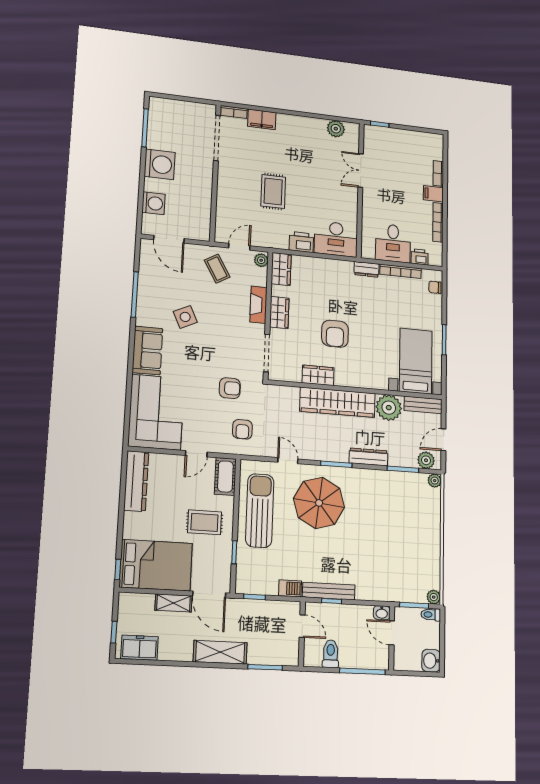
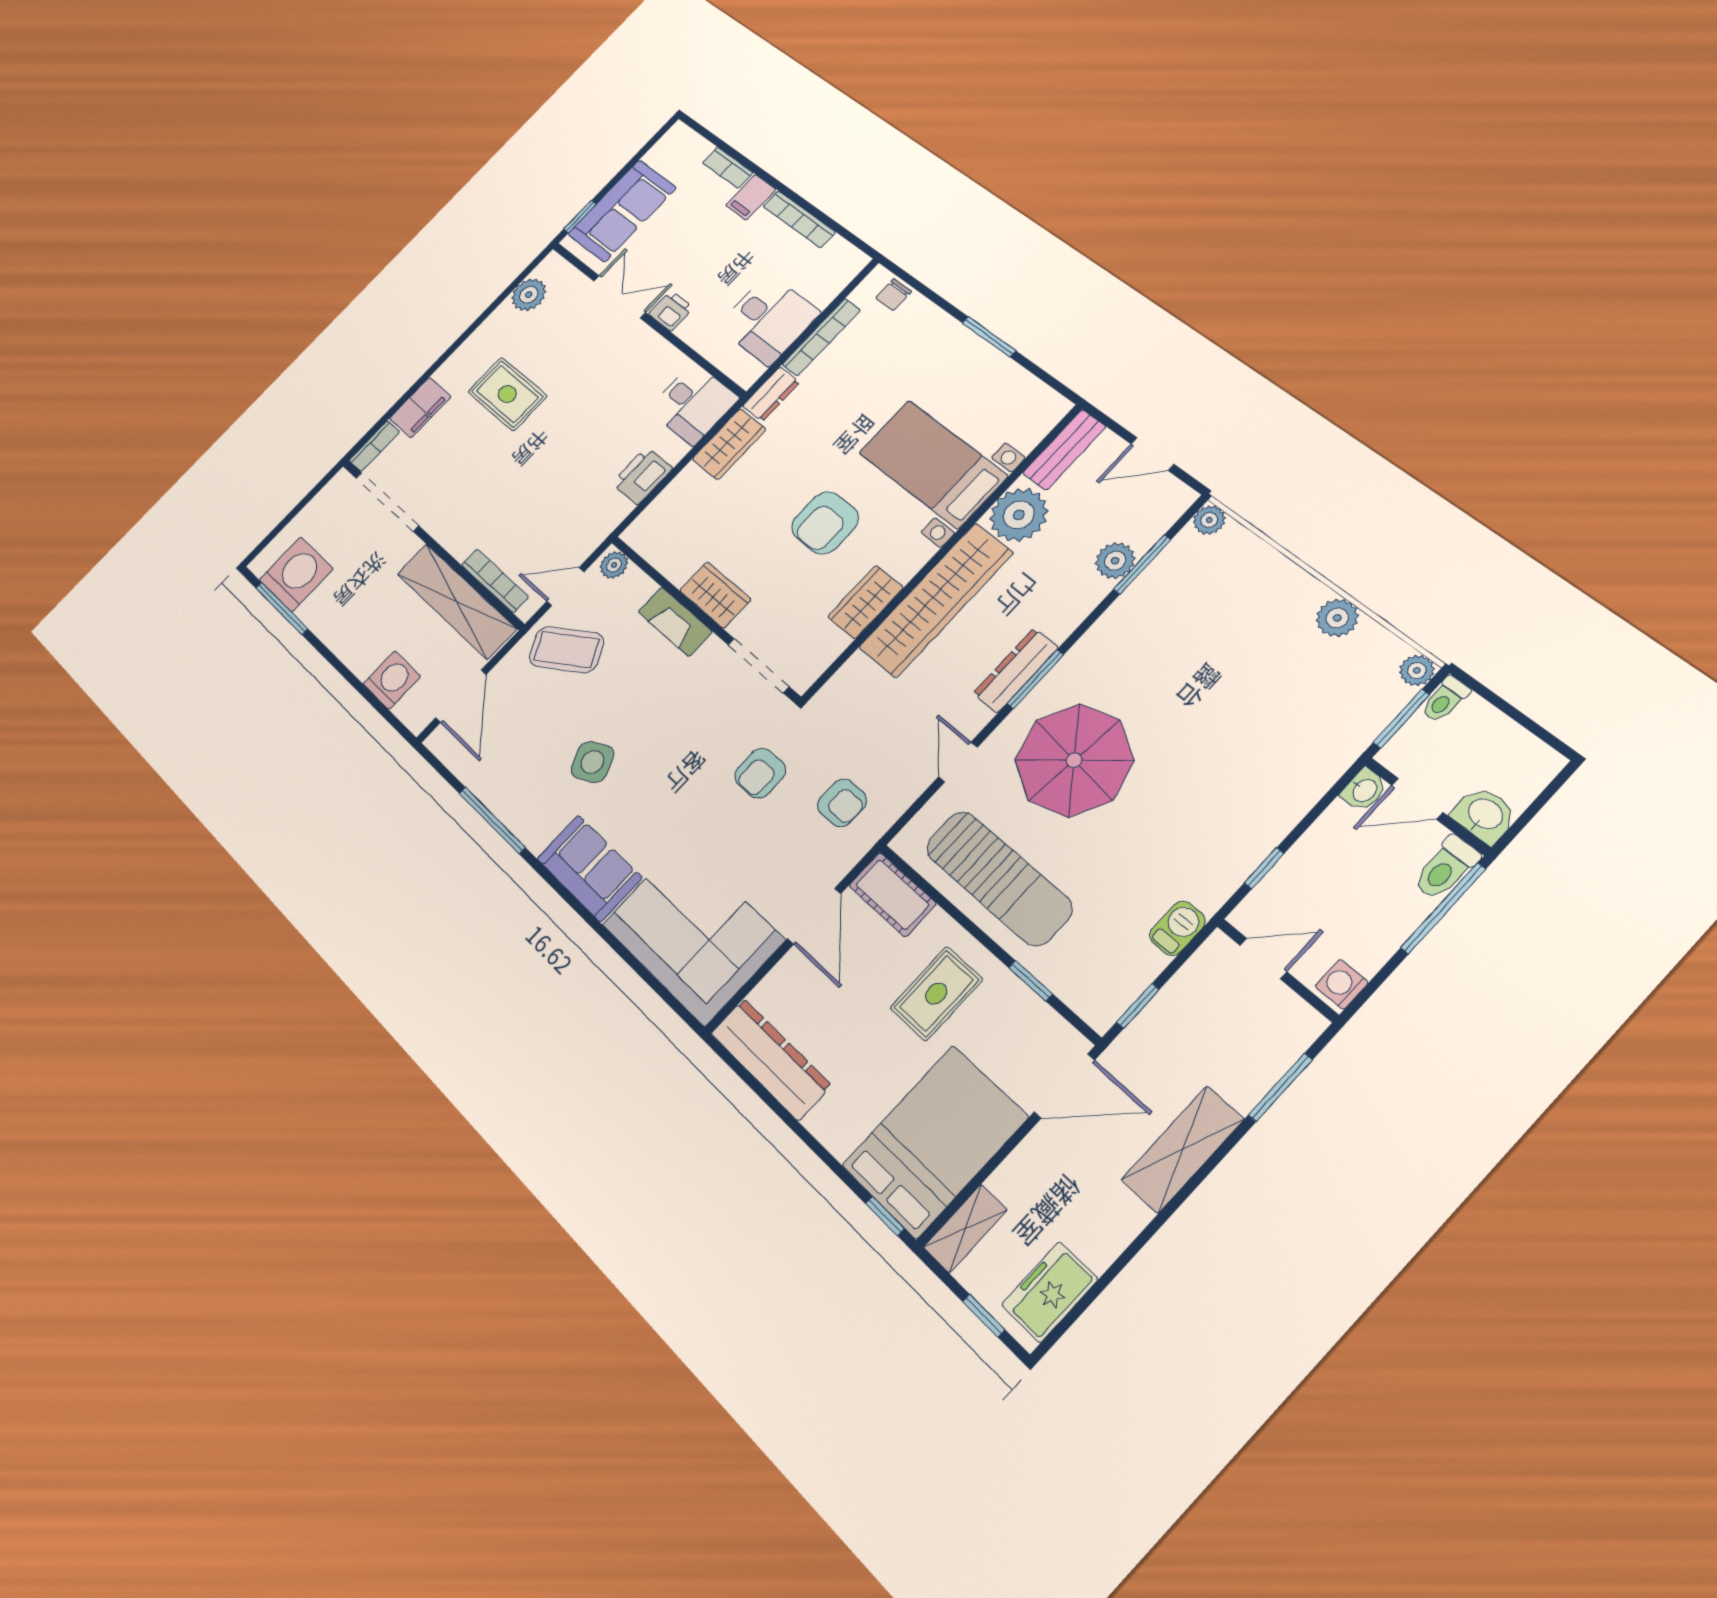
sofa: (393, 141) -> (622, 211), added
washing machine: (160, 164) -> (296, 574), moved
double door: (361, 170) -> (620, 297), swing flipped
rug: (273, 191) -> (507, 394), moved
shelving: (202, 204) -> (456, 601), added
bookcase: (221, 214) -> (495, 581), added
door: (169, 239) -> (461, 696), hinge flipped
desk: (336, 239) -> (693, 404), width x0.73
door: (239, 247) -> (565, 587), hinge flipped
printer: (420, 257) -> (671, 311), moved, turned 90
coffee table: (217, 269) -> (566, 650), width x1.36, depth x1.30
wardrobe: (281, 269) -> (729, 444), moved, turned 90
armchair: (335, 334) -> (825, 523), turned 90
bed with nightstands: (416, 361) -> (933, 464), moved
armchair: (230, 388) -> (760, 773), turned 180
door: (443, 440) -> (1152, 454), hinge flipped
door: (196, 454) -> (814, 916), width x1.37
dresser: (368, 457) -> (1016, 670), moved
plant: (426, 460) -> (1115, 561), moved
door: (288, 461) -> (958, 762), hinge flipped
sun lounger: (260, 511) -> (999, 878), turned 180
plant: (432, 555) -> (1337, 618), added
bench: (329, 591) -> (1242, 860), removed
shelving: (173, 603) -> (965, 1229), moved
toilet: (331, 654) -> (1446, 868), moved, turned -90
washing machine: (313, 659) -> (1342, 984), added
washbasin: (431, 661) -> (1485, 815), moved, turned 180

